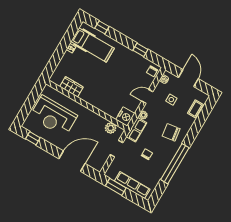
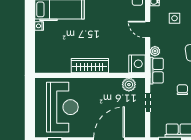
wardrobe: (71, 87) -> (90, 66), moved, width x1.50
door: (147, 96) -> (148, 29), hinge flipped
reception desk: (53, 116) -> (62, 107), turned -90

